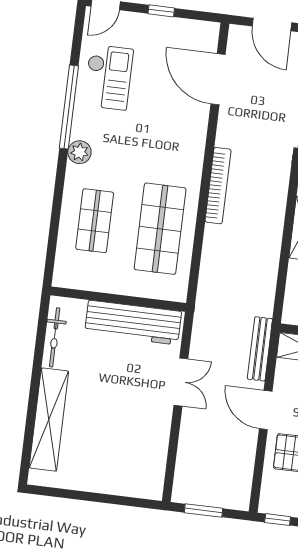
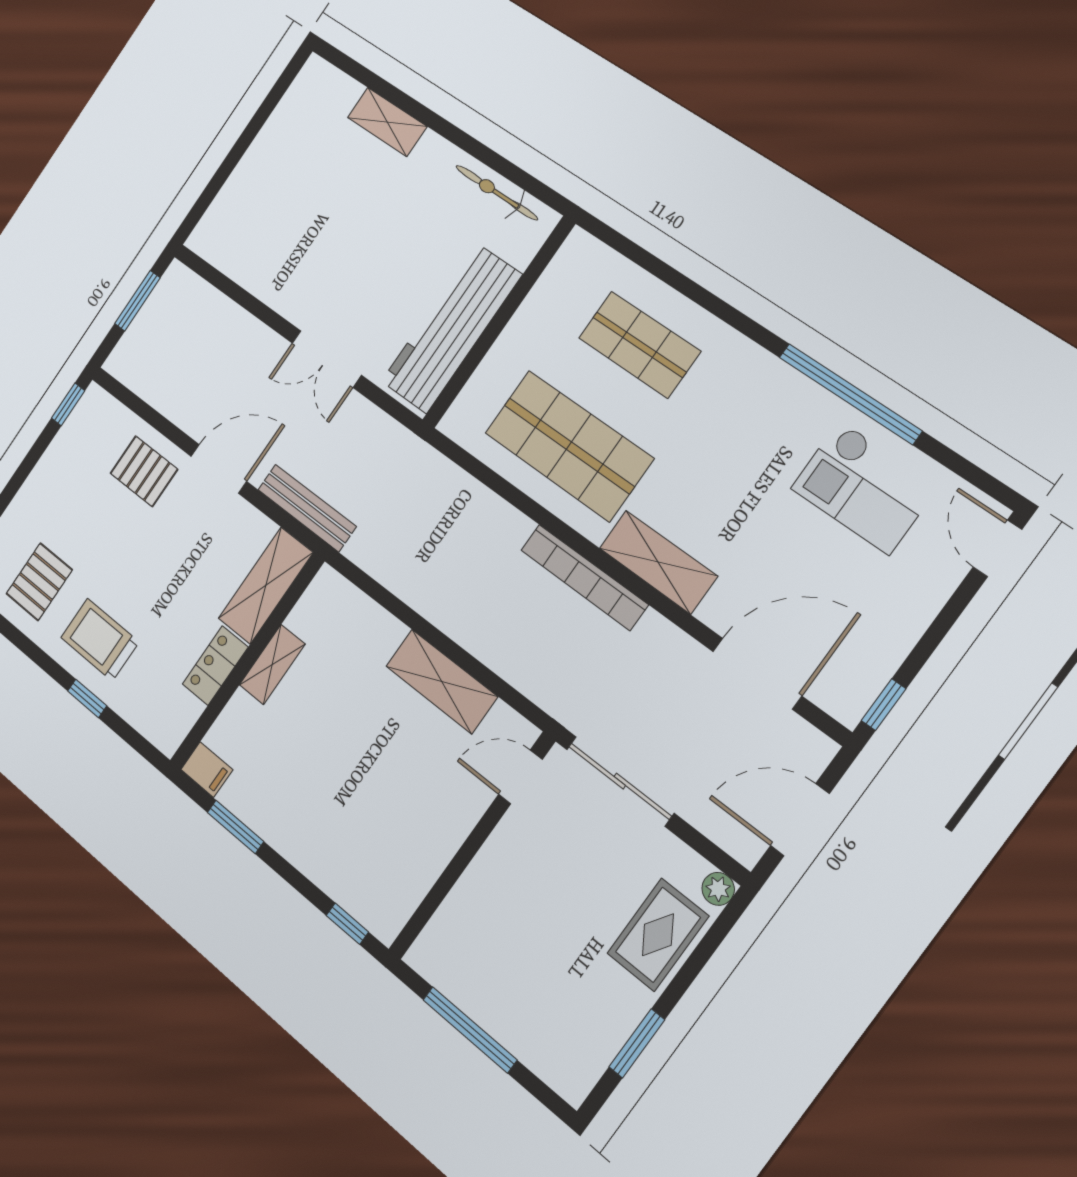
window: (161, 11) -> (884, 705), moved
plant: (79, 152) -> (764, 374), removed
shelving: (192, 154) -> (658, 562), added
shelving: (49, 420) -> (387, 122), width x0.45, depth x0.75

